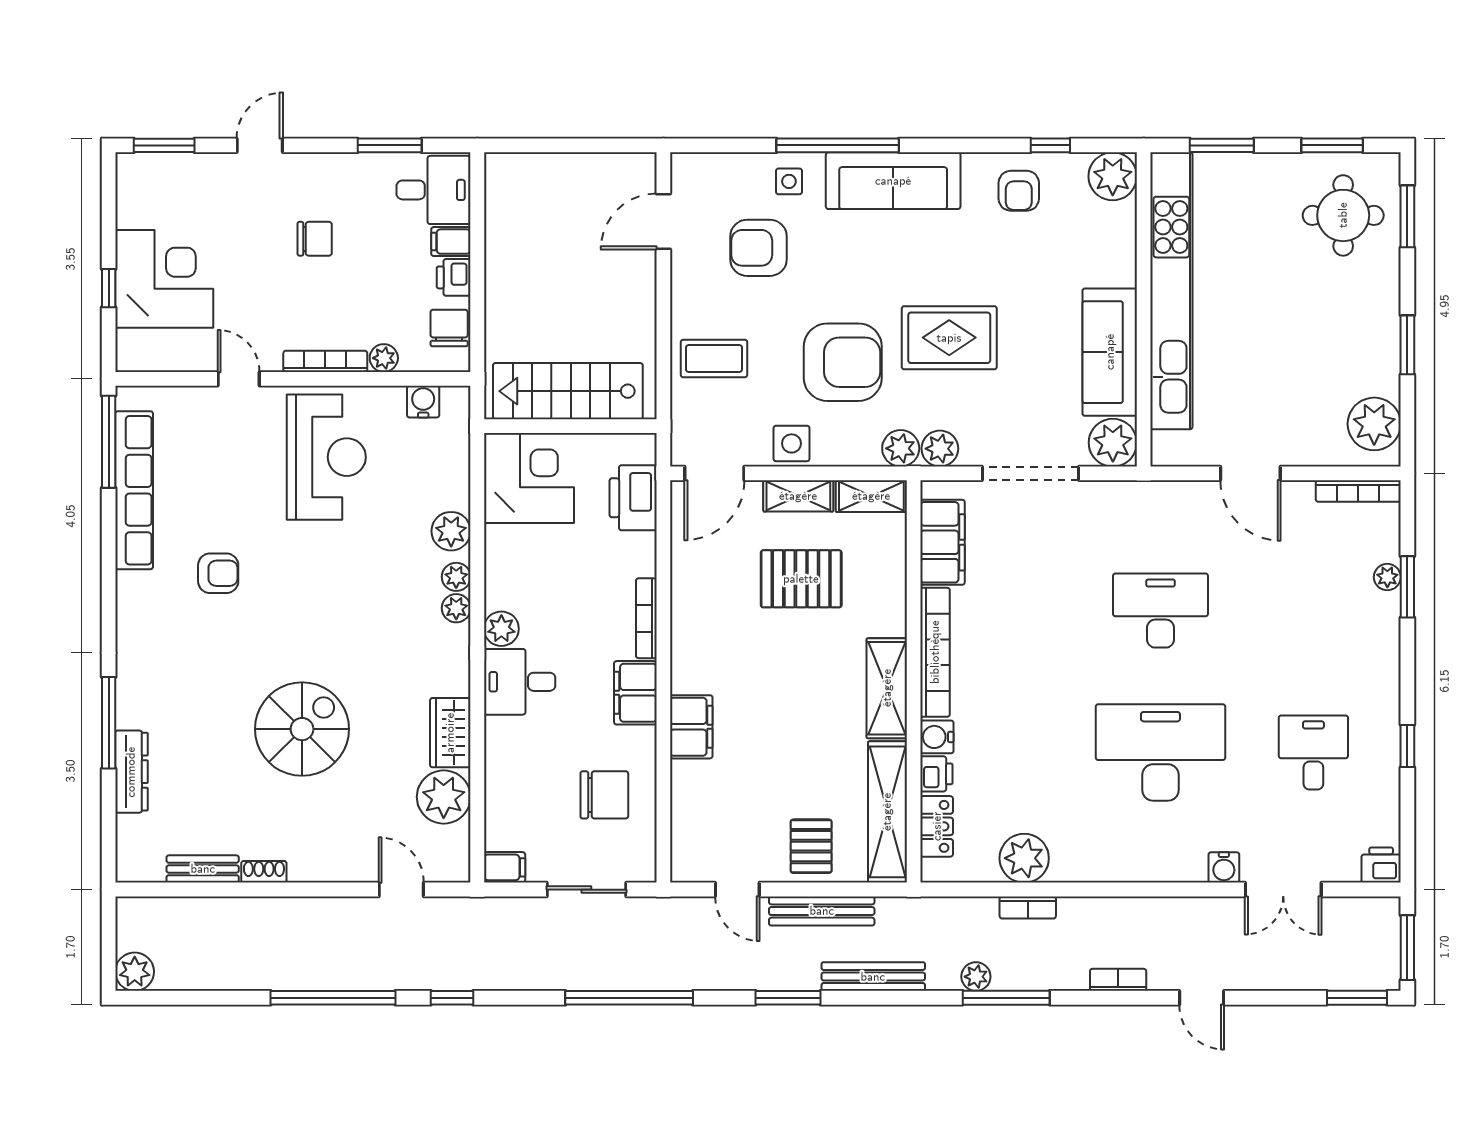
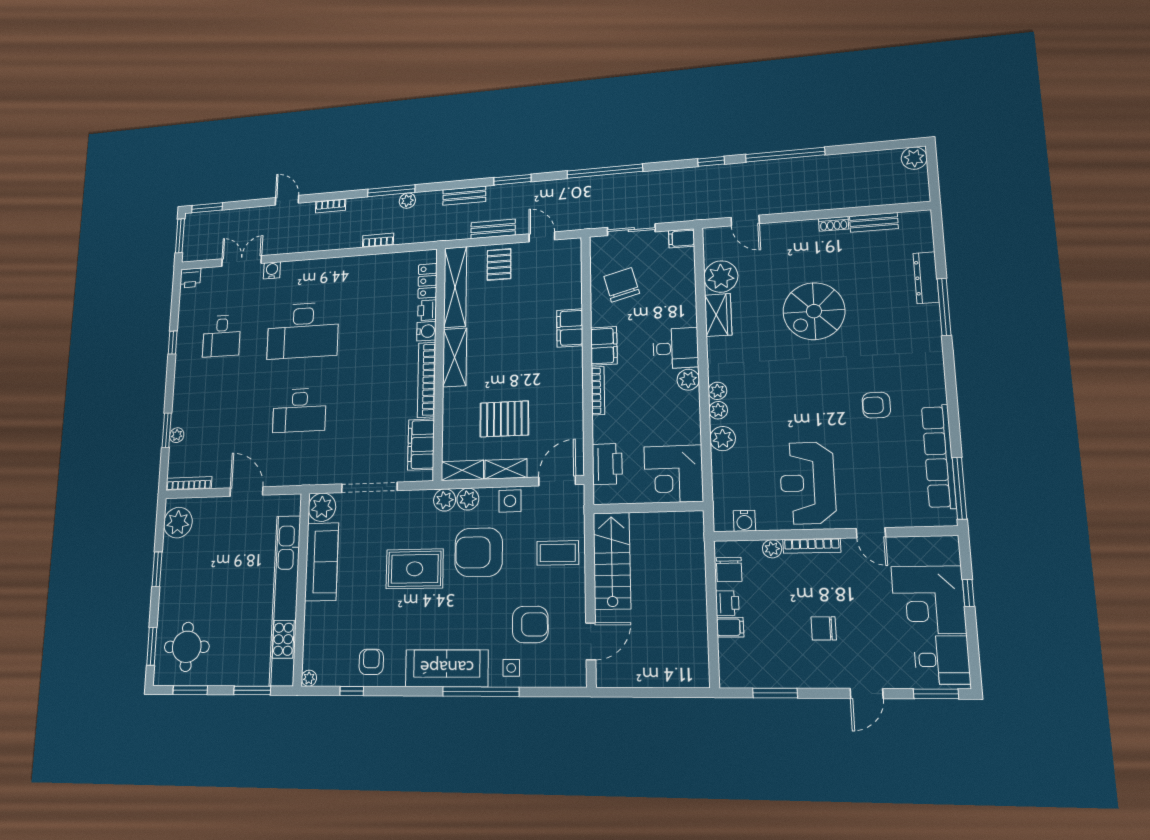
plant: (1113, 176) -> (309, 678), width x0.53, depth x0.53
desk: (434, 190) -> (942, 660), moved, turned 180
stairs: (568, 391) -> (612, 561), moved, turned -90
plant: (940, 449) -> (468, 499), moved
chair: (604, 795) -> (622, 285), turned 75
plant: (1024, 858) -> (379, 267), removed
bench: (822, 911) -> (493, 229), width x0.73
bench: (873, 977) -> (464, 196), width x0.73

